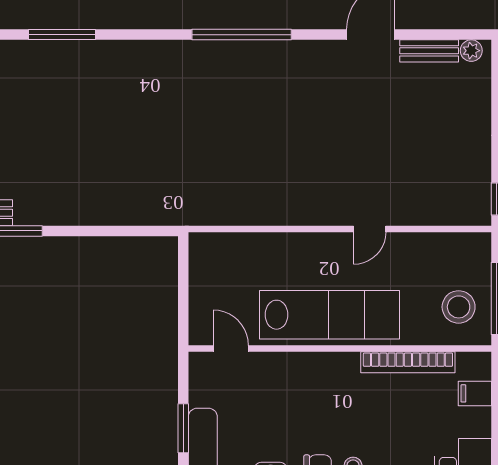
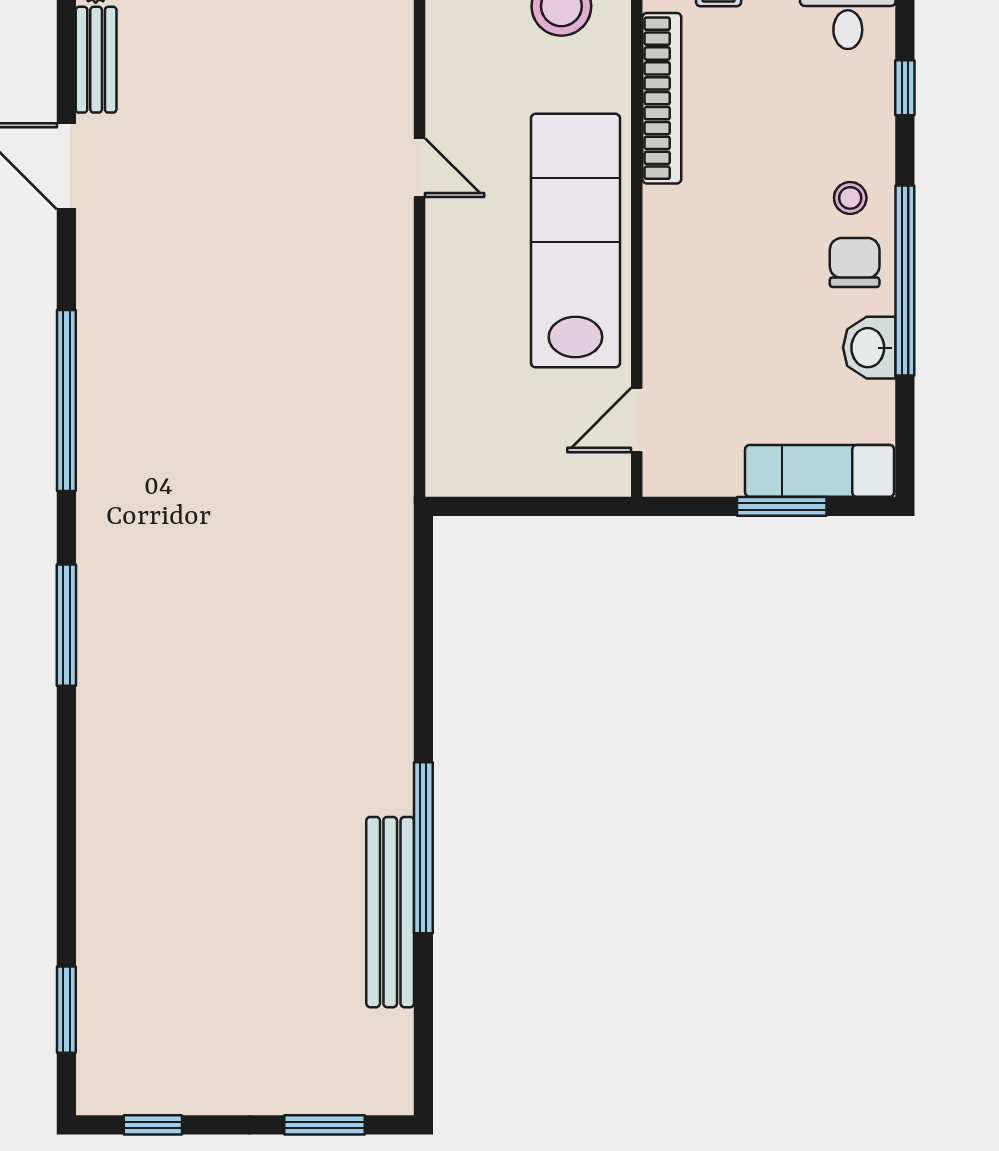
window: (62, 35) -> (66, 625), moved

